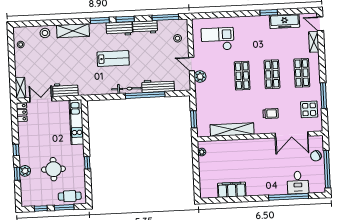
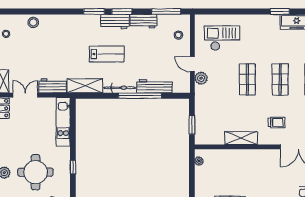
shelving: (73, 31) -> (85, 86), moved
shelving: (232, 130) -> (241, 138), width x0.68
round table: (53, 169) -> (36, 172), width x1.36, depth x1.36

